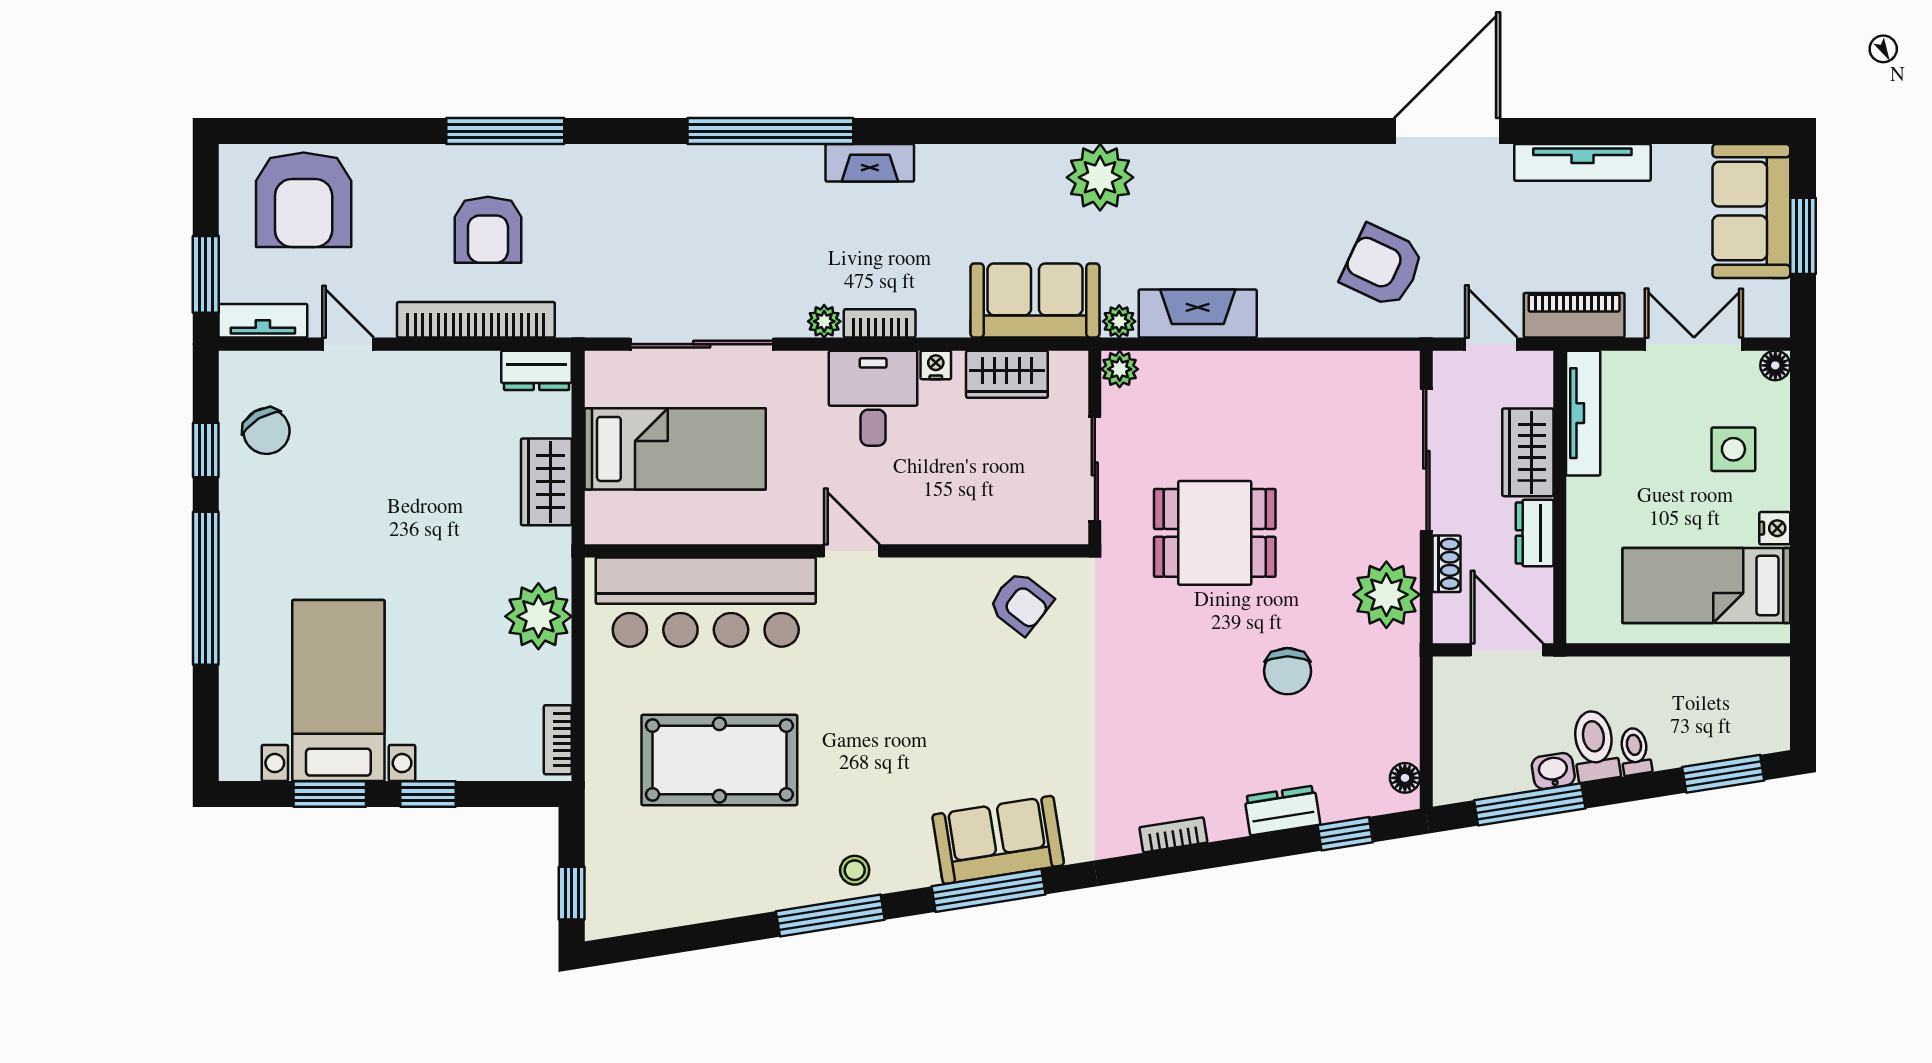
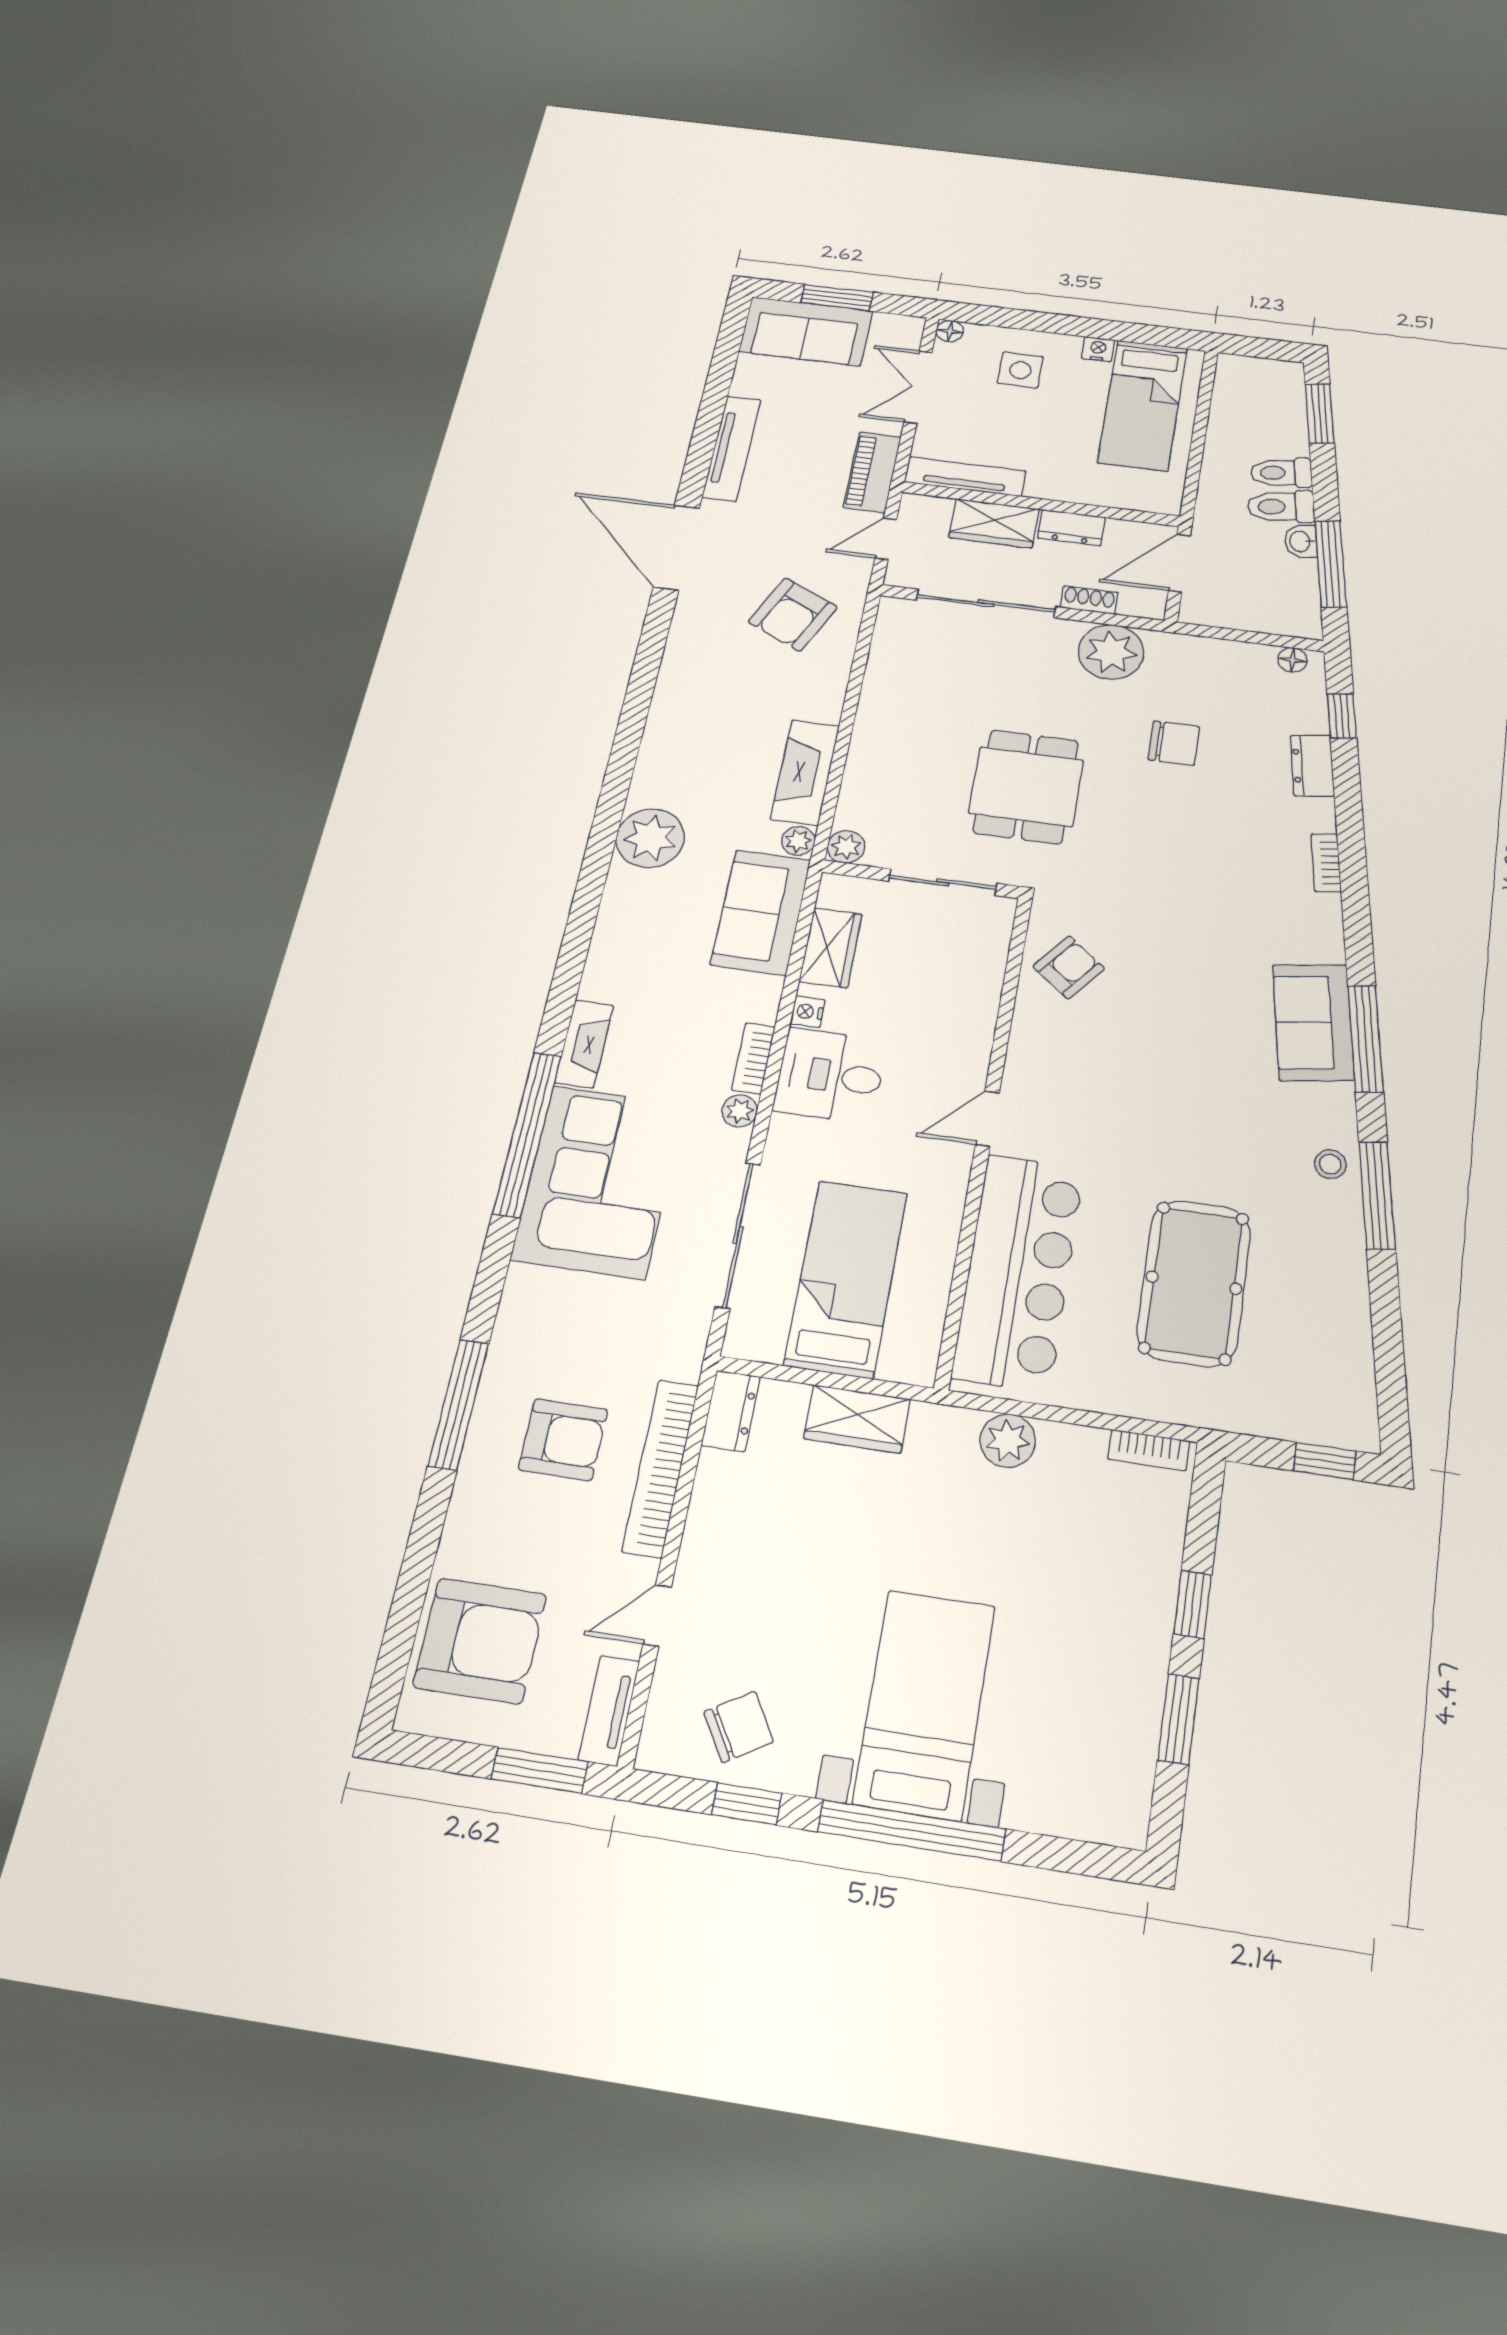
corner sofa: (734, 207) -> (599, 1182), added
plant: (538, 616) -> (1008, 1441), width x0.73, depth x0.73
bed with nightstands: (338, 690) -> (925, 1704), moved, turned 90
toilet: (1635, 751) -> (1281, 473), width x1.37, depth x1.39

